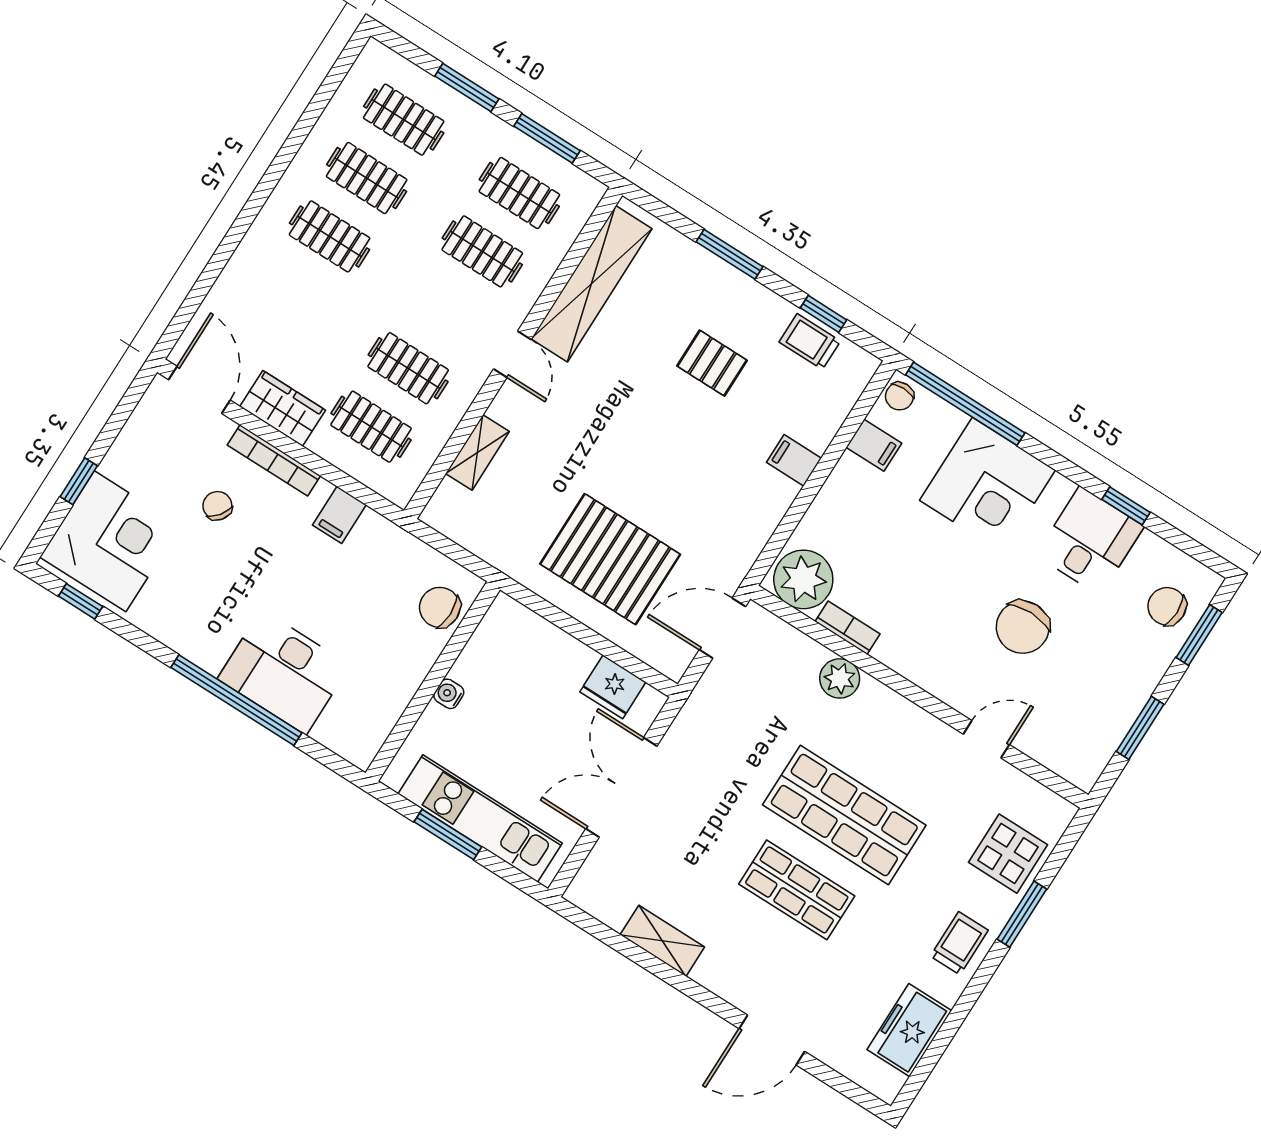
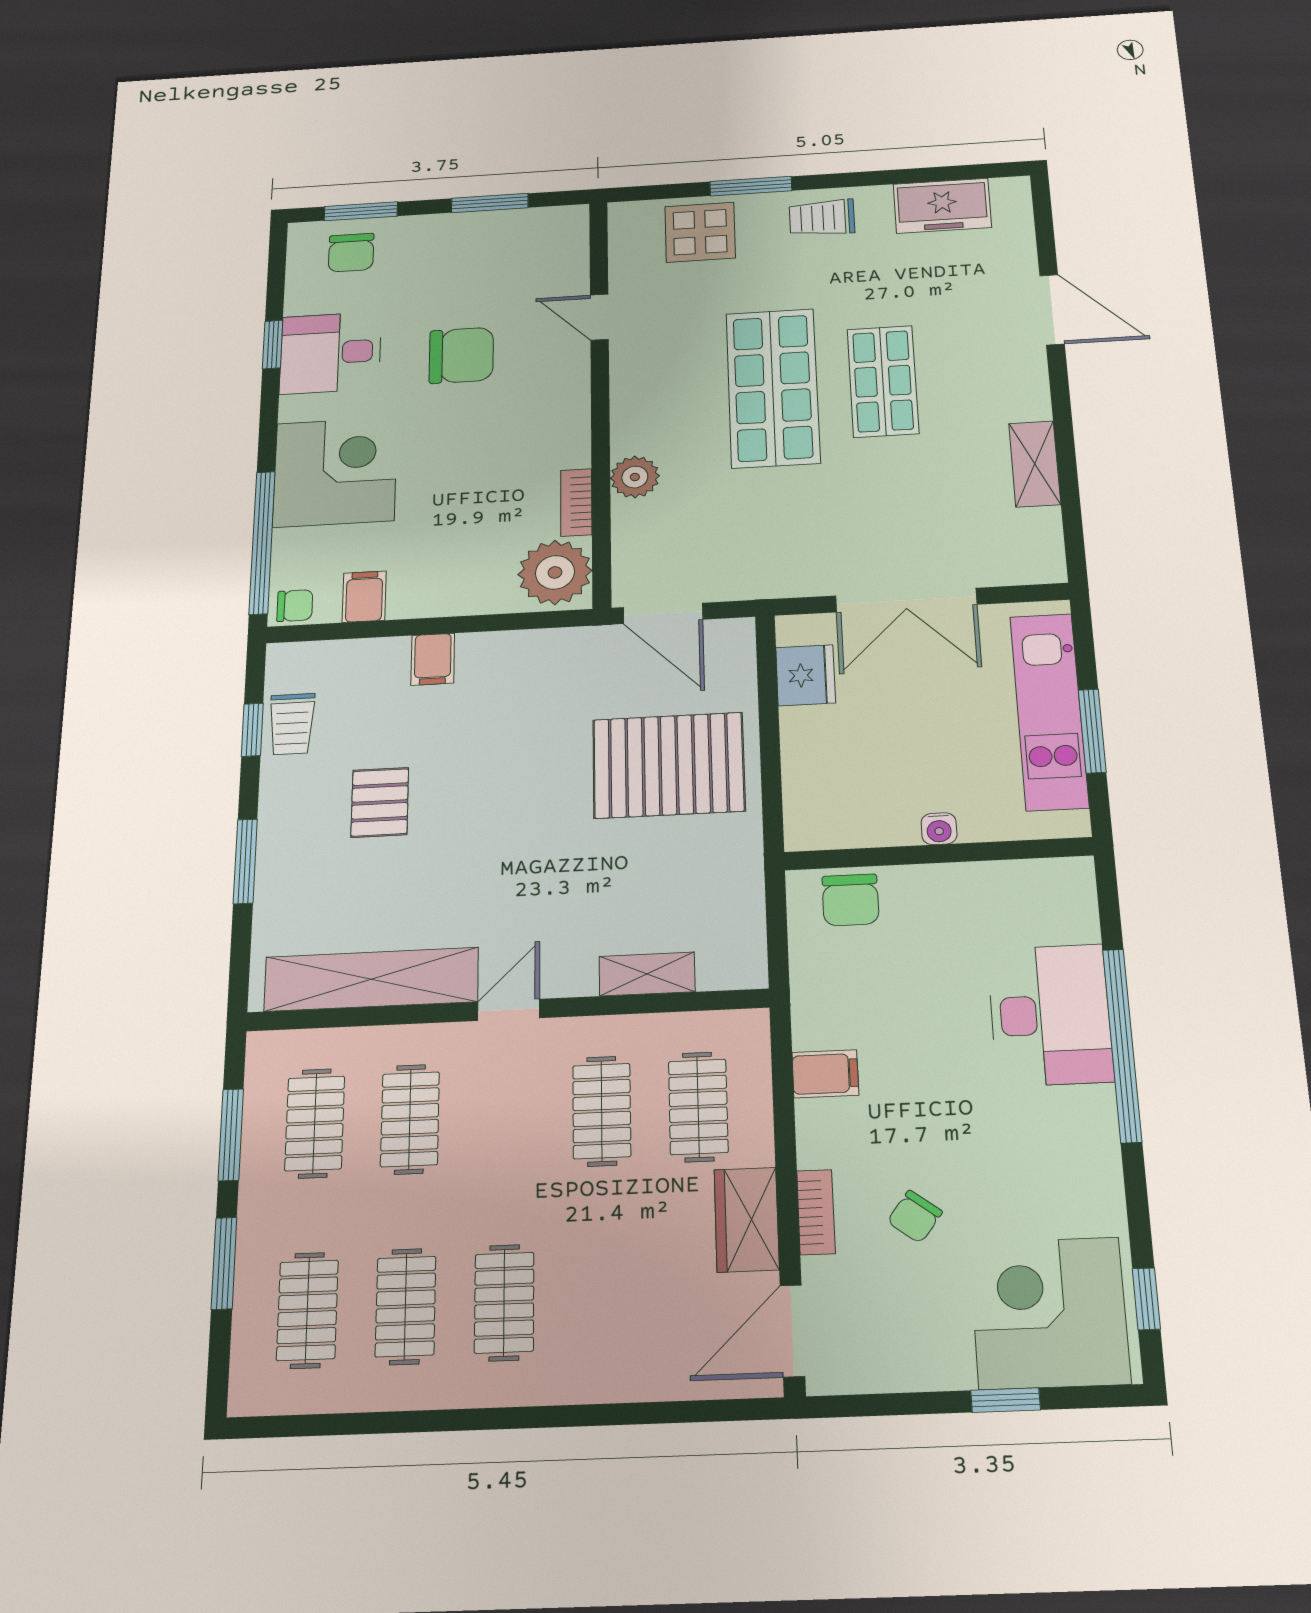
bookcase: (274, 460) -> (816, 1212), width x0.64
pallet: (610, 559) -> (669, 765), turned 90

